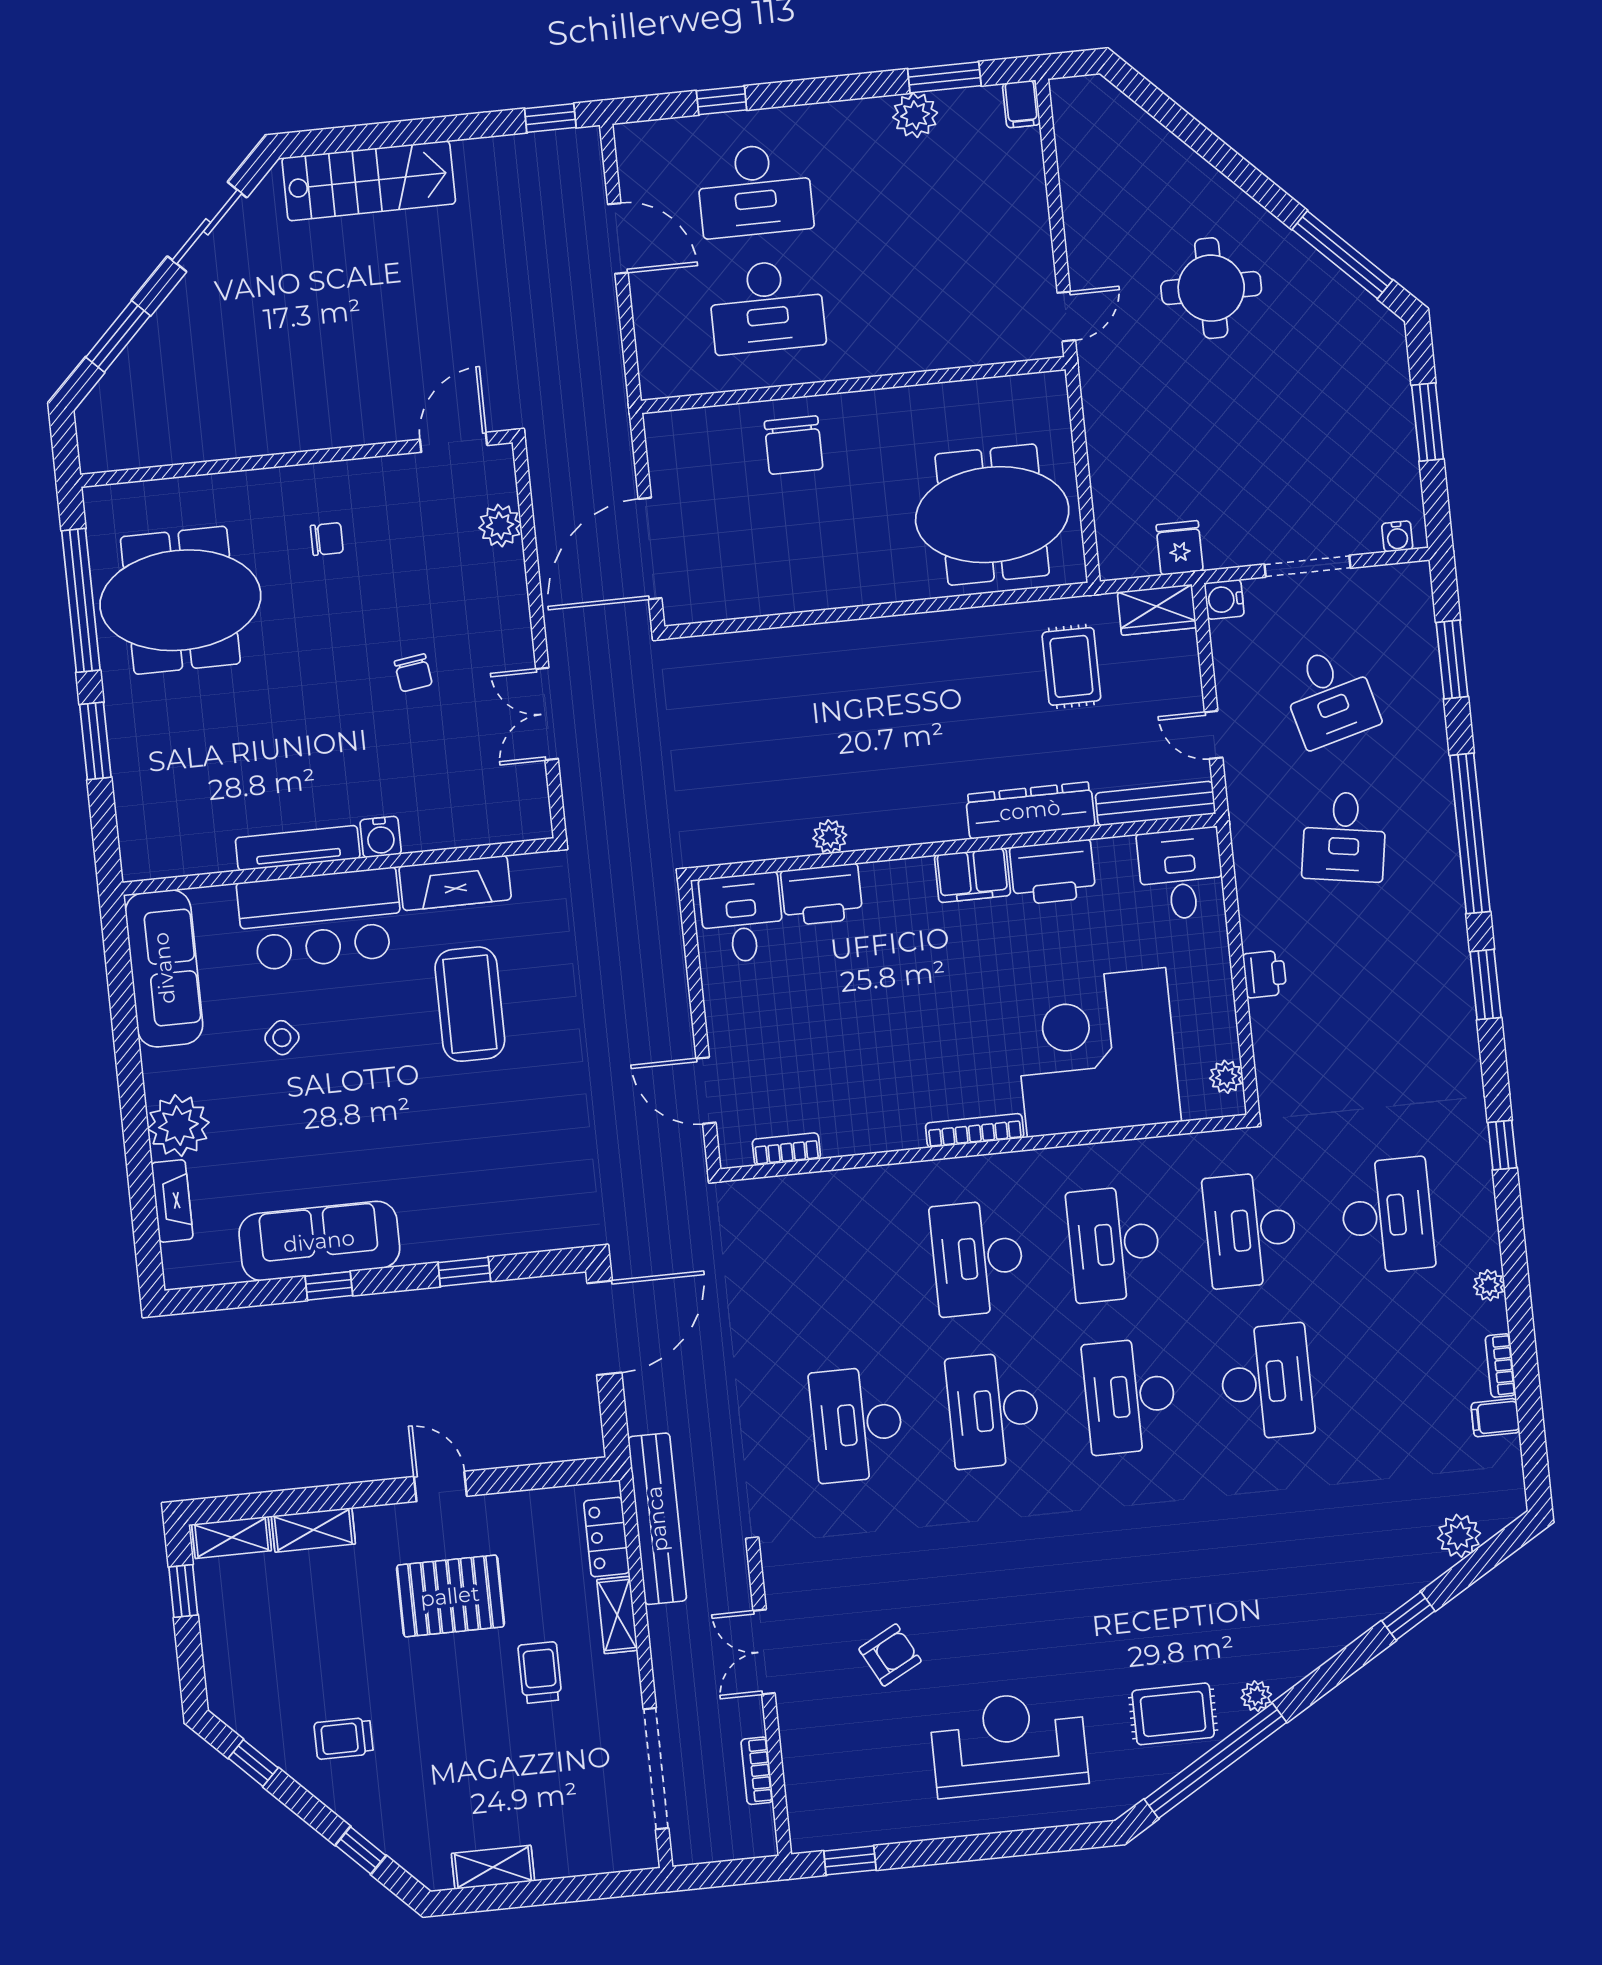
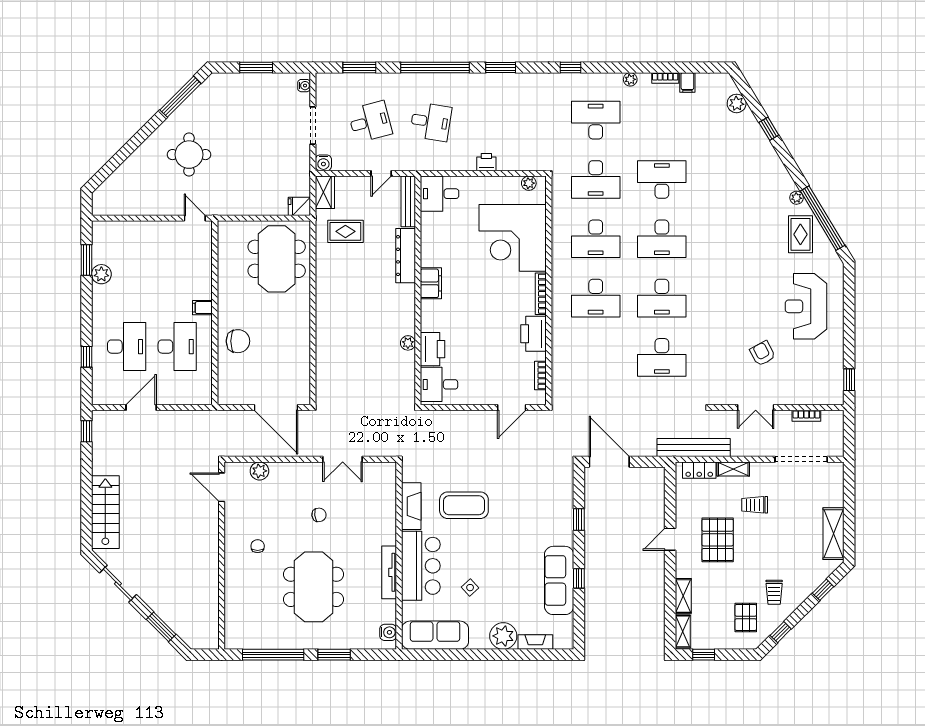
filing cabinet: (1021, 104) -> (202, 308), moved, turned 180
fridge: (1180, 548) -> (299, 206), moved
meeting table: (180, 600) -> (314, 587), moved
water cooler: (381, 837) -> (388, 632), moved
printer: (1053, 872) -> (533, 334), moved, turned 180
pallet: (279, 1679) -> (746, 617), added
shelving: (493, 1867) -> (834, 534), width x1.50, depth x1.33

